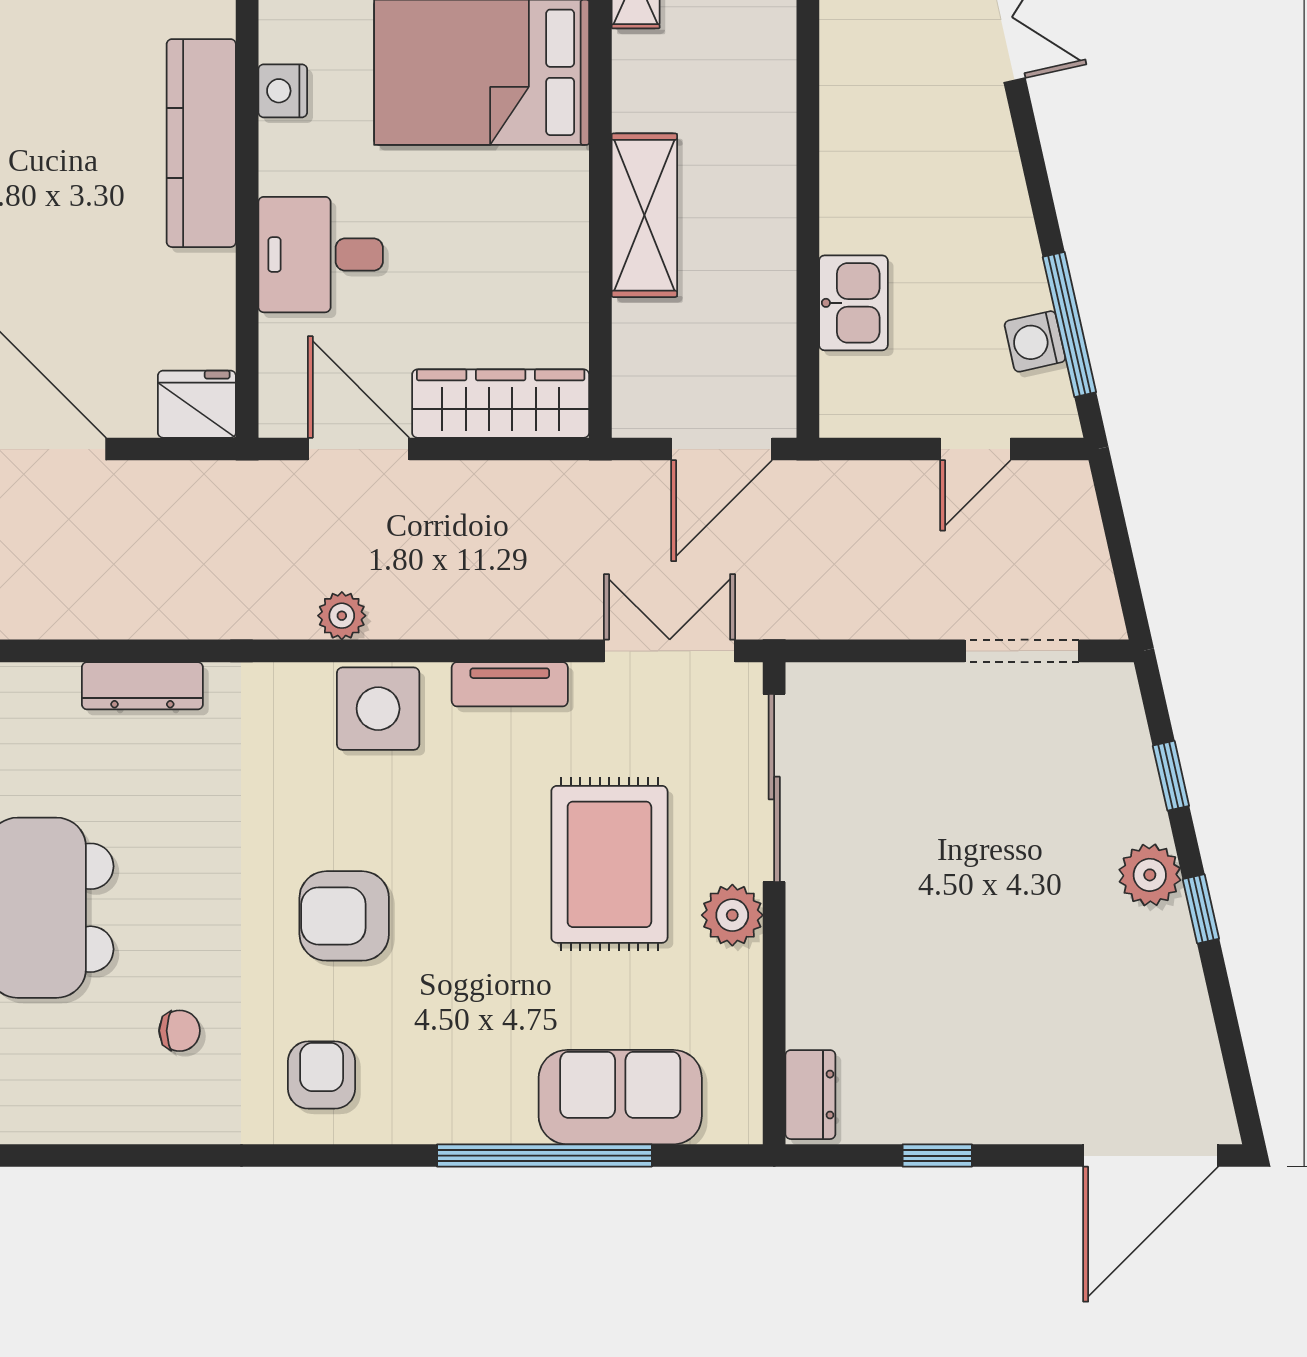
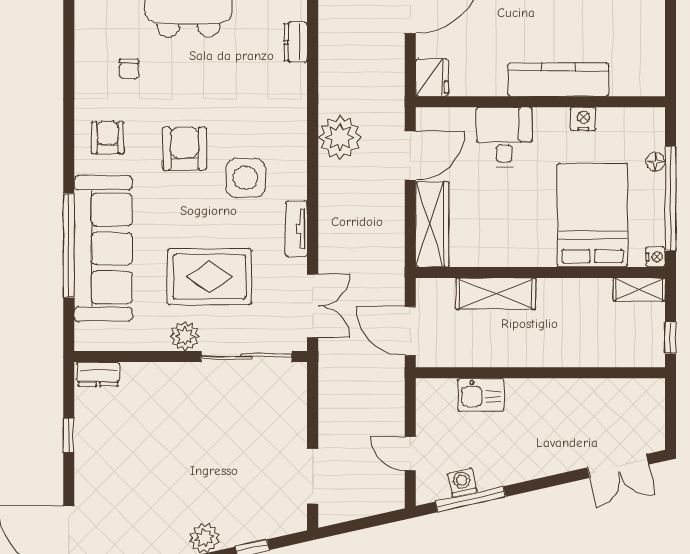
shelving: (644, 215) -> (496, 294), moved
plant: (342, 616) -> (340, 137), width x1.88, depth x1.88
dresser: (142, 686) -> (296, 42), width x0.70
side table: (378, 709) -> (245, 178), moved
armchair: (322, 1075) -> (108, 138), turned -90
sofa: (620, 1097) -> (103, 249), width x1.85, depth x1.27

